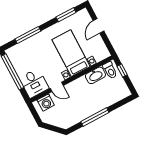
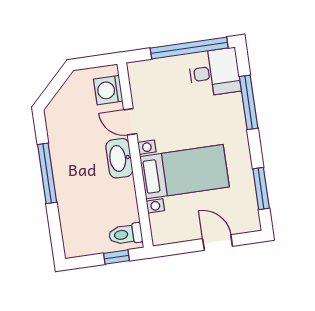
washbasin: (95, 75) -> (119, 158), moved
desk: (34, 83) -> (215, 72), moved, turned 180
door: (57, 87) -> (130, 122), hinge flipped

